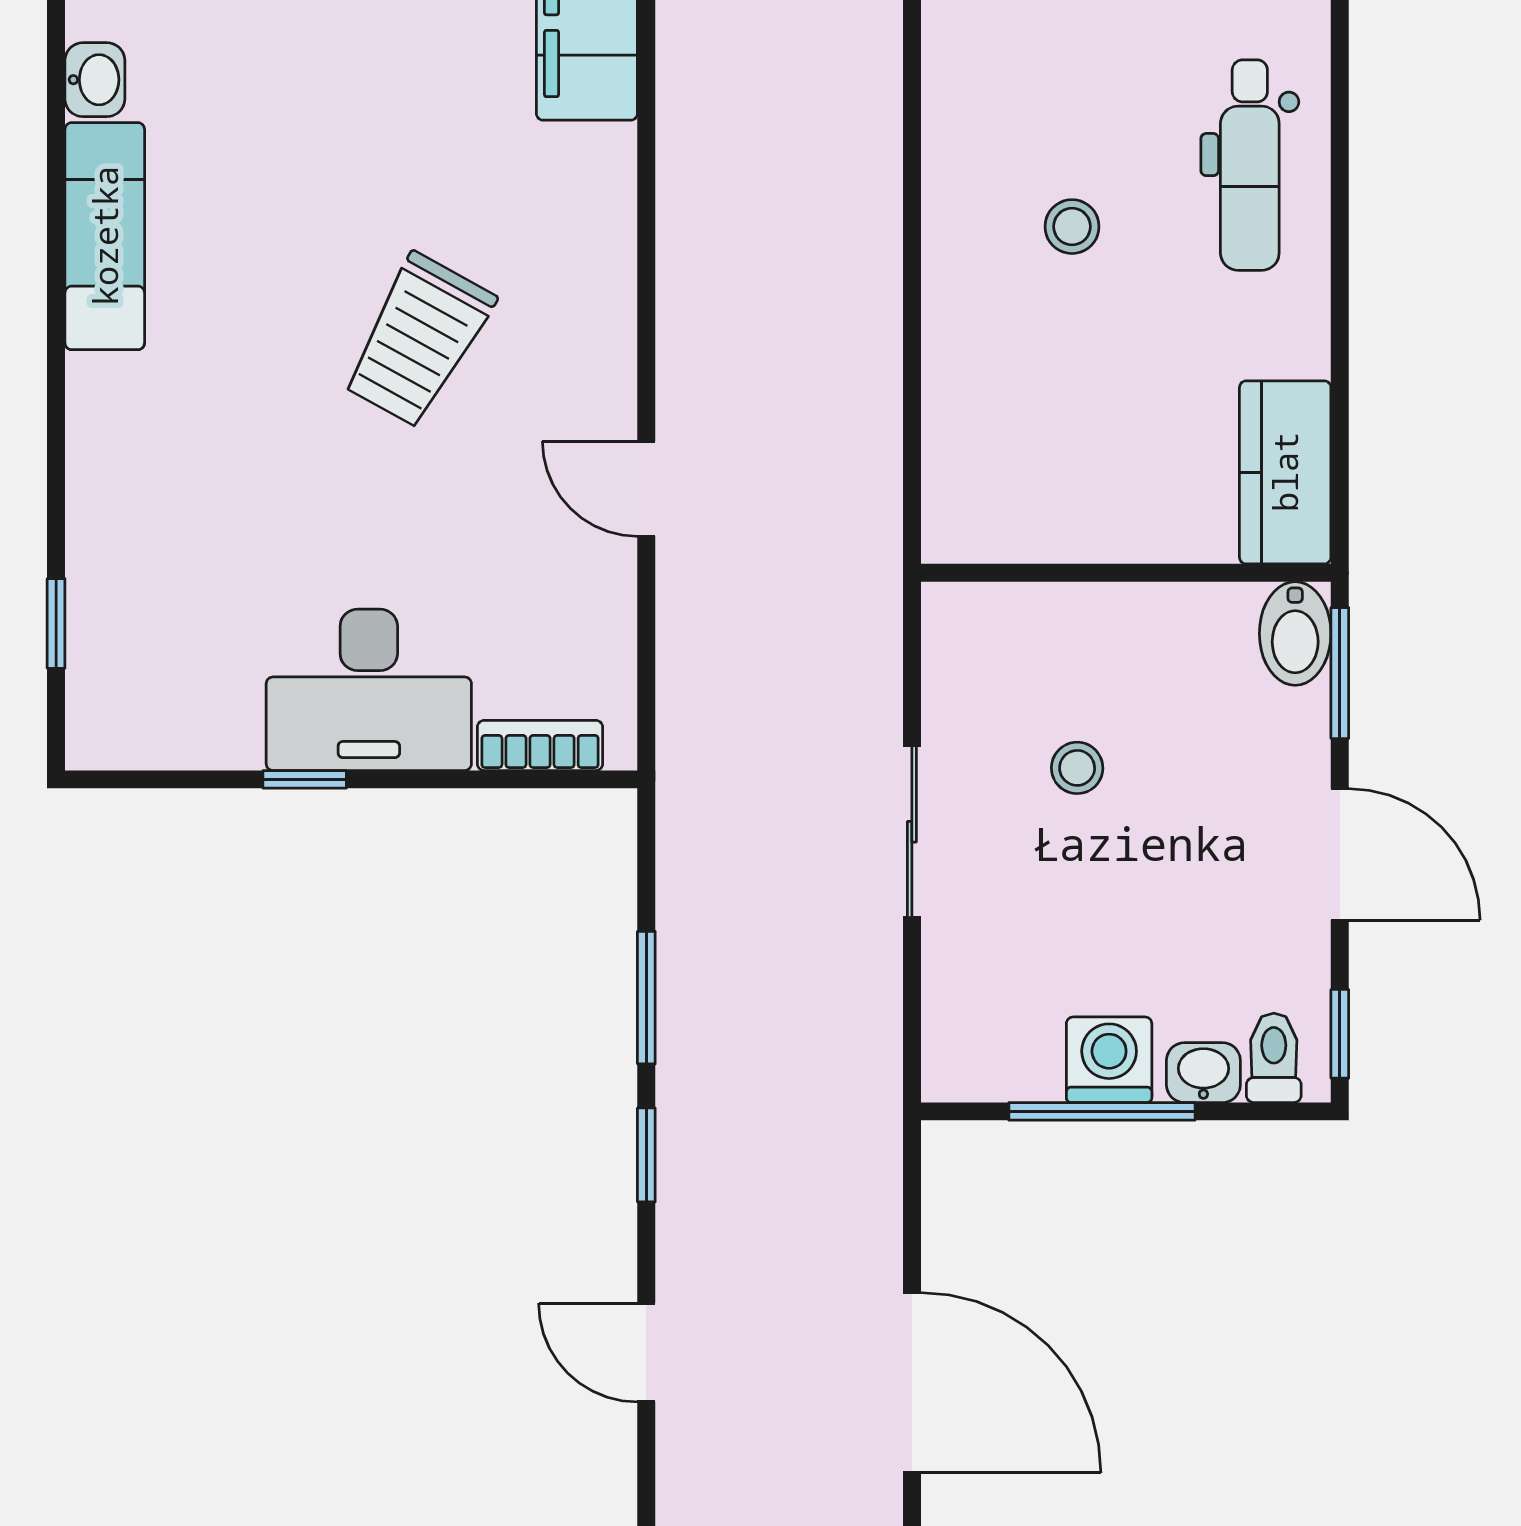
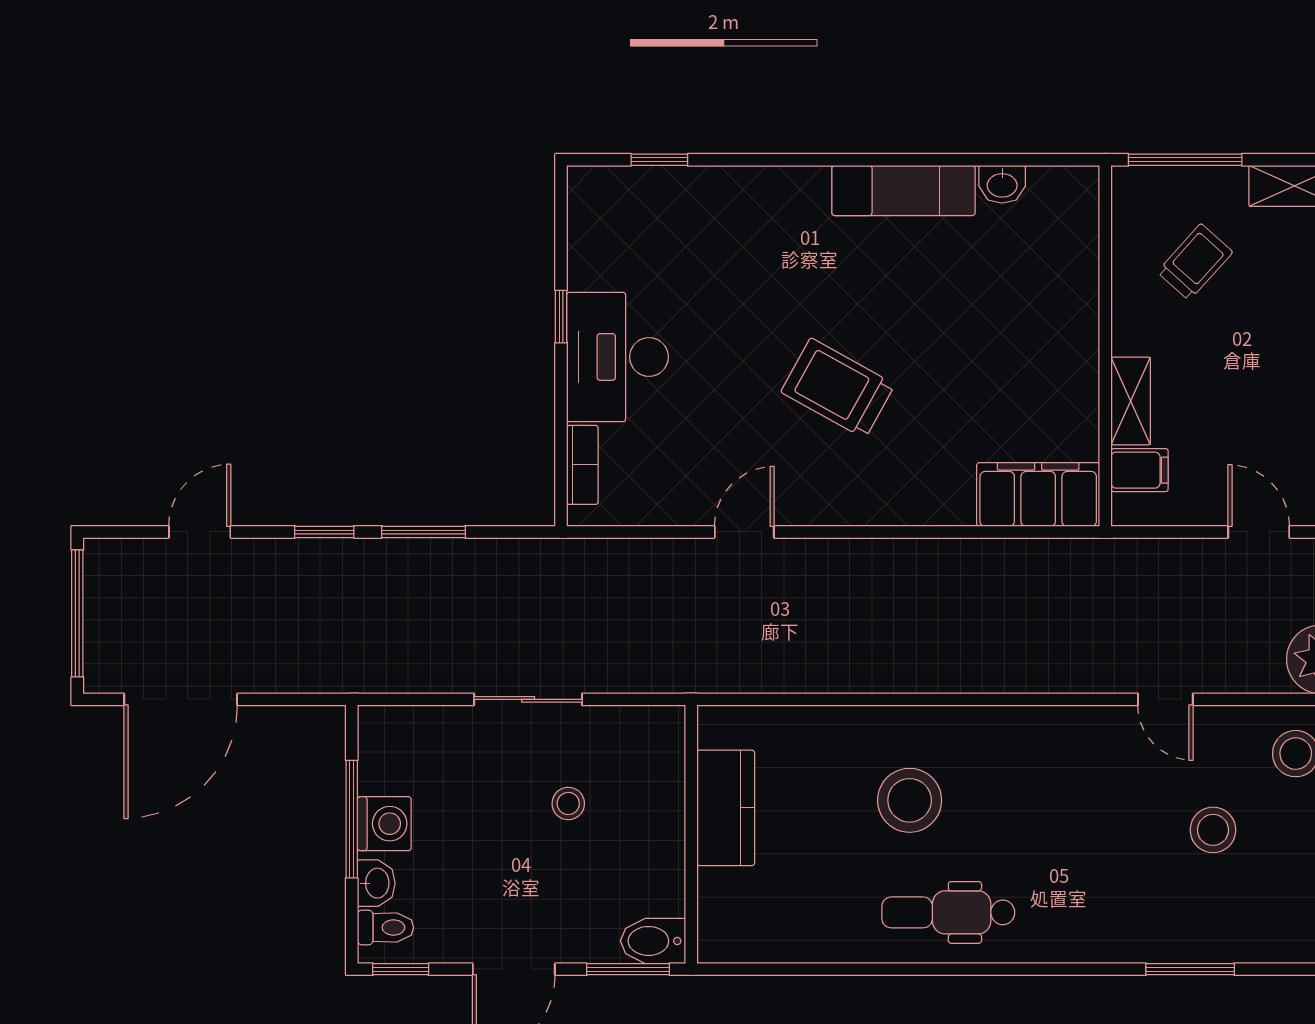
stool: (1072, 227) -> (910, 800), width x1.89, depth x1.89
kitchen counter: (1285, 472) -> (726, 808), moved, turned 90

